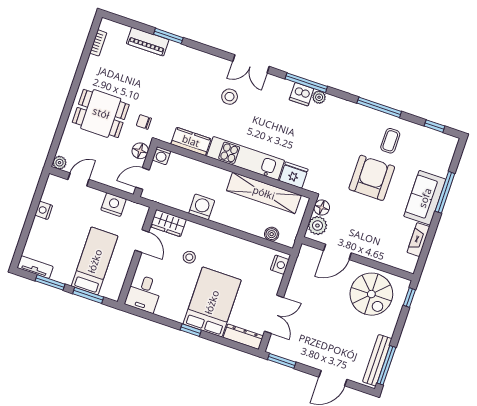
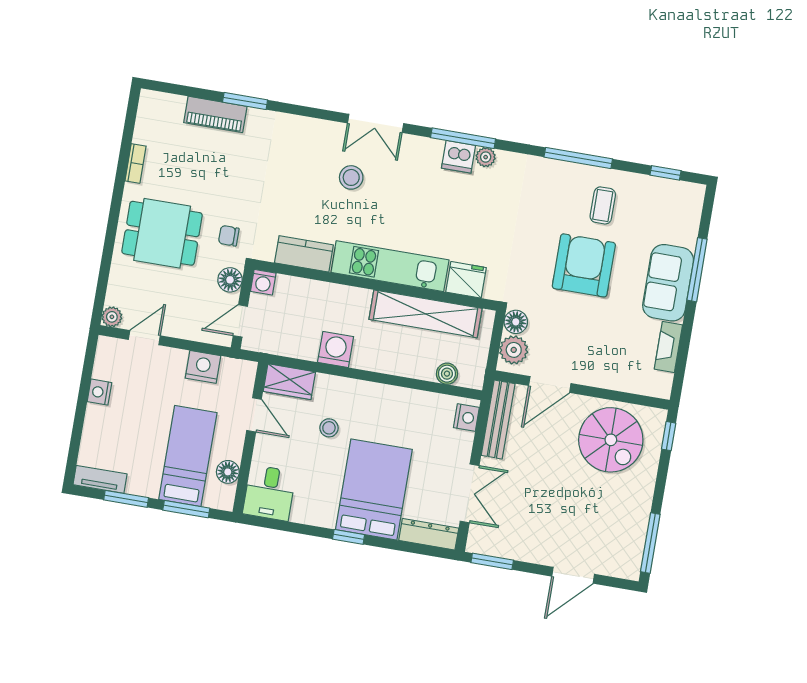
bookcase: (98, 43) -> (135, 163), moved
floor lamp: (119, 275) -> (228, 472), added
bench: (377, 360) -> (498, 420), moved

